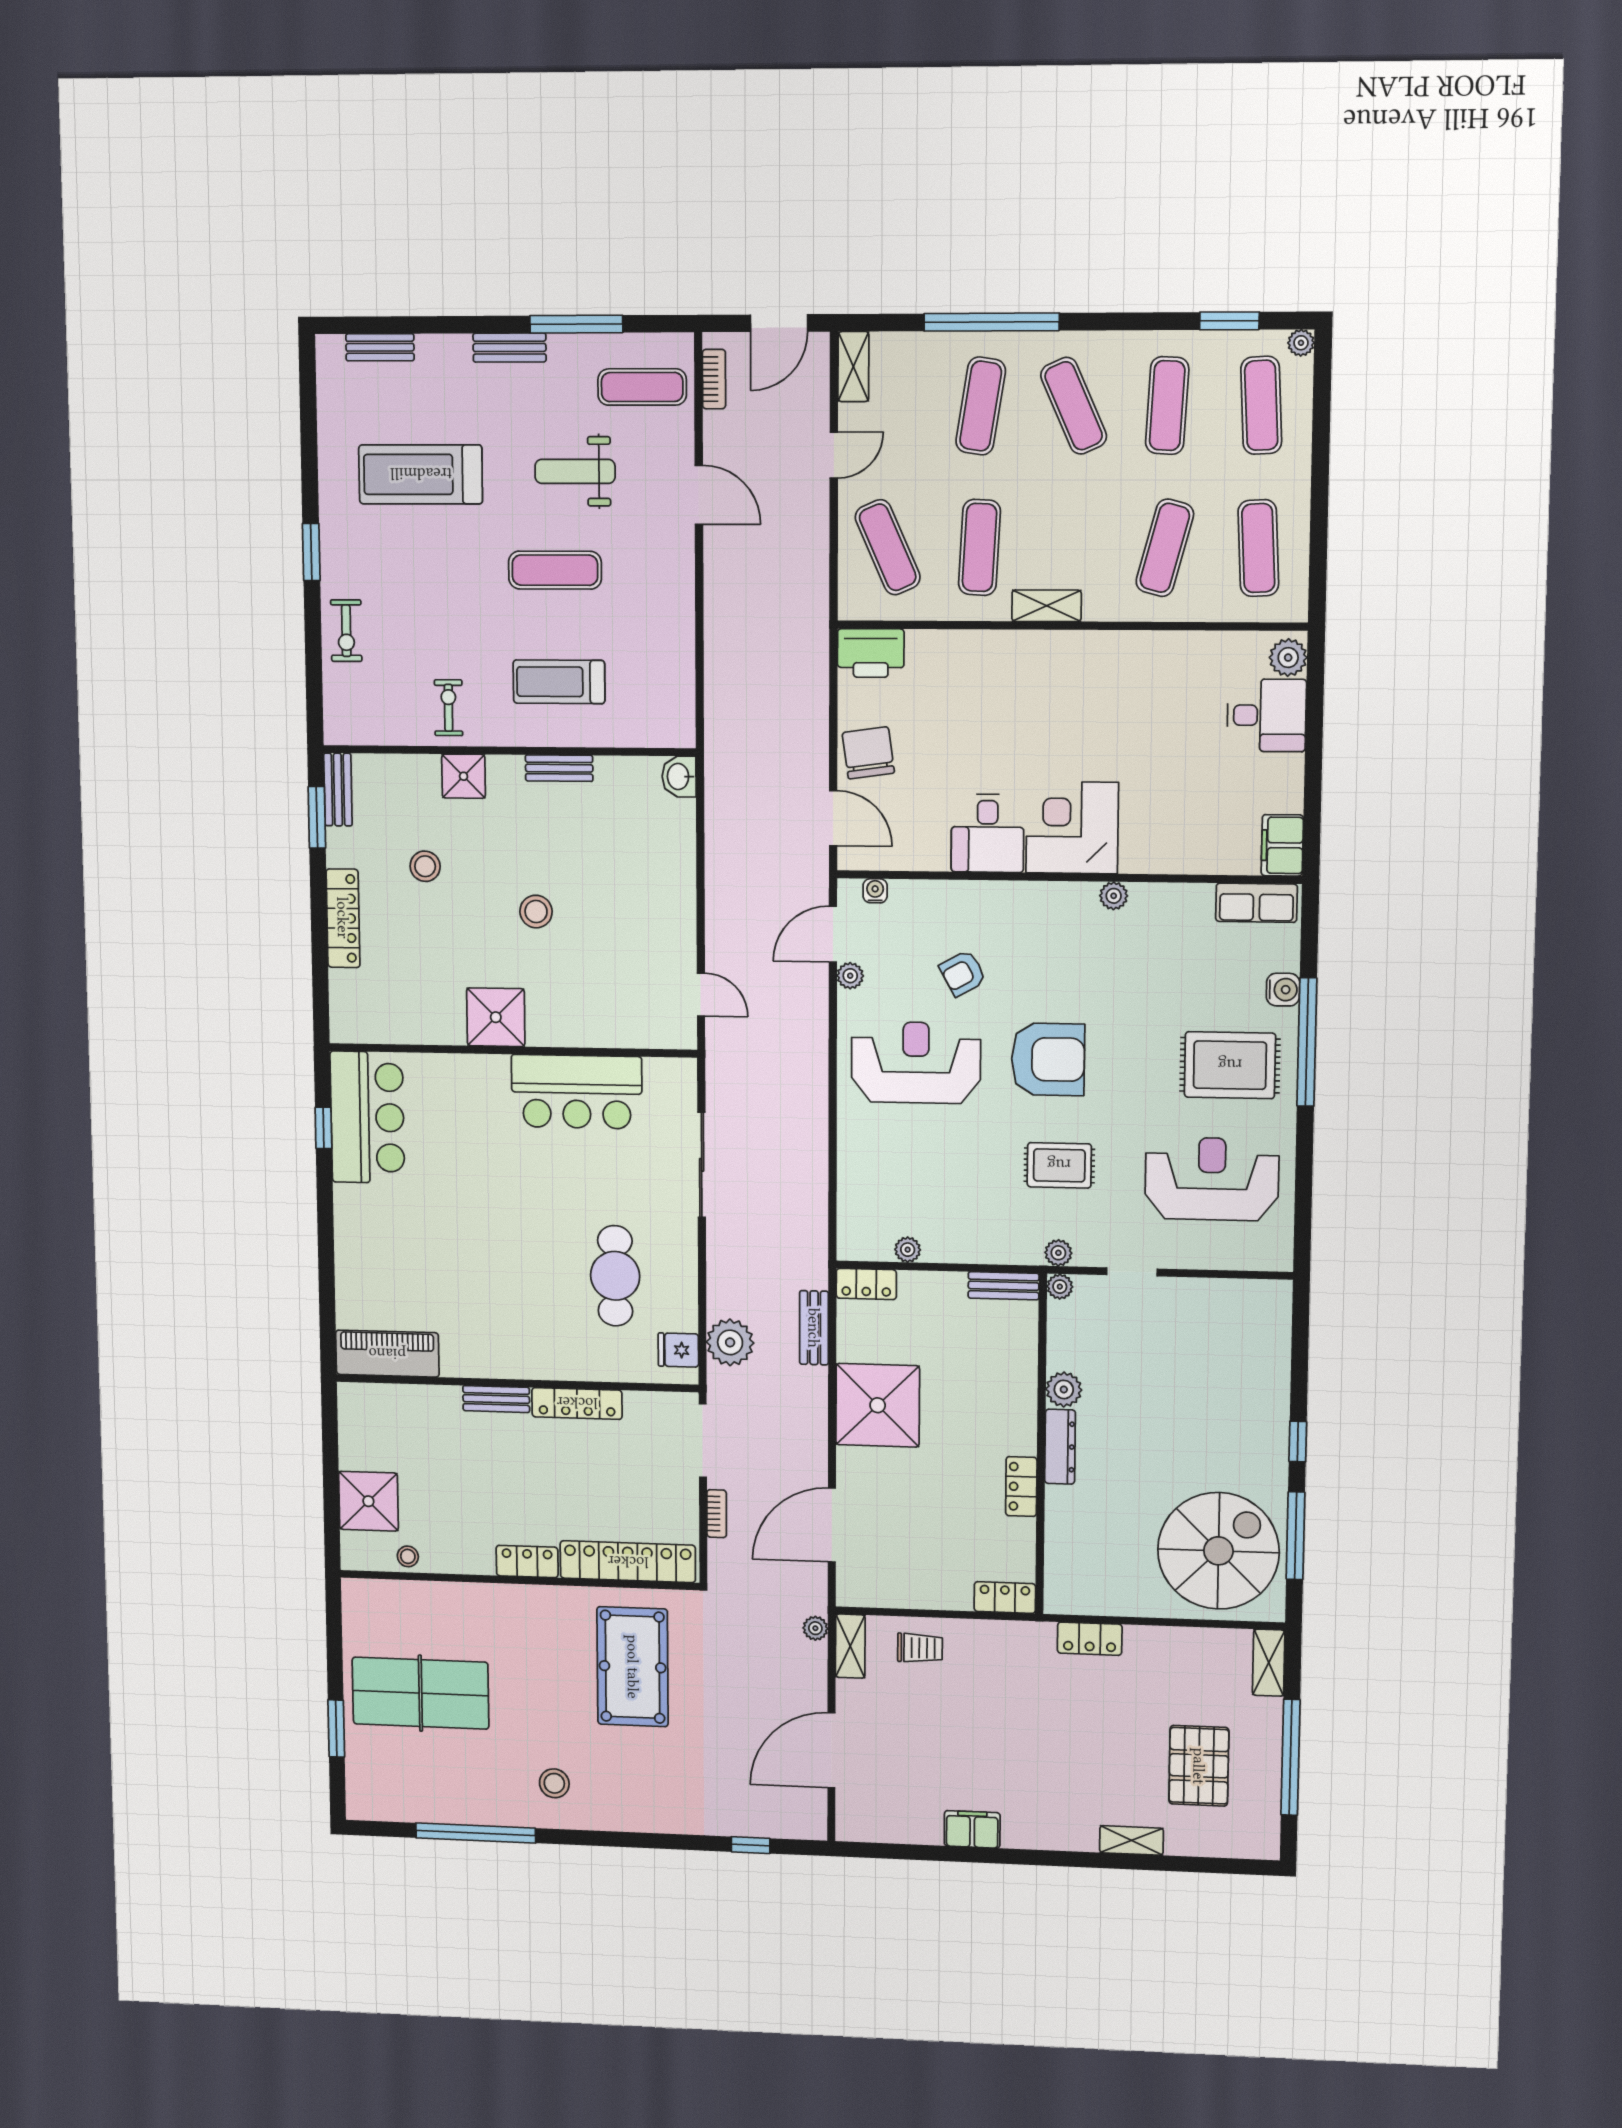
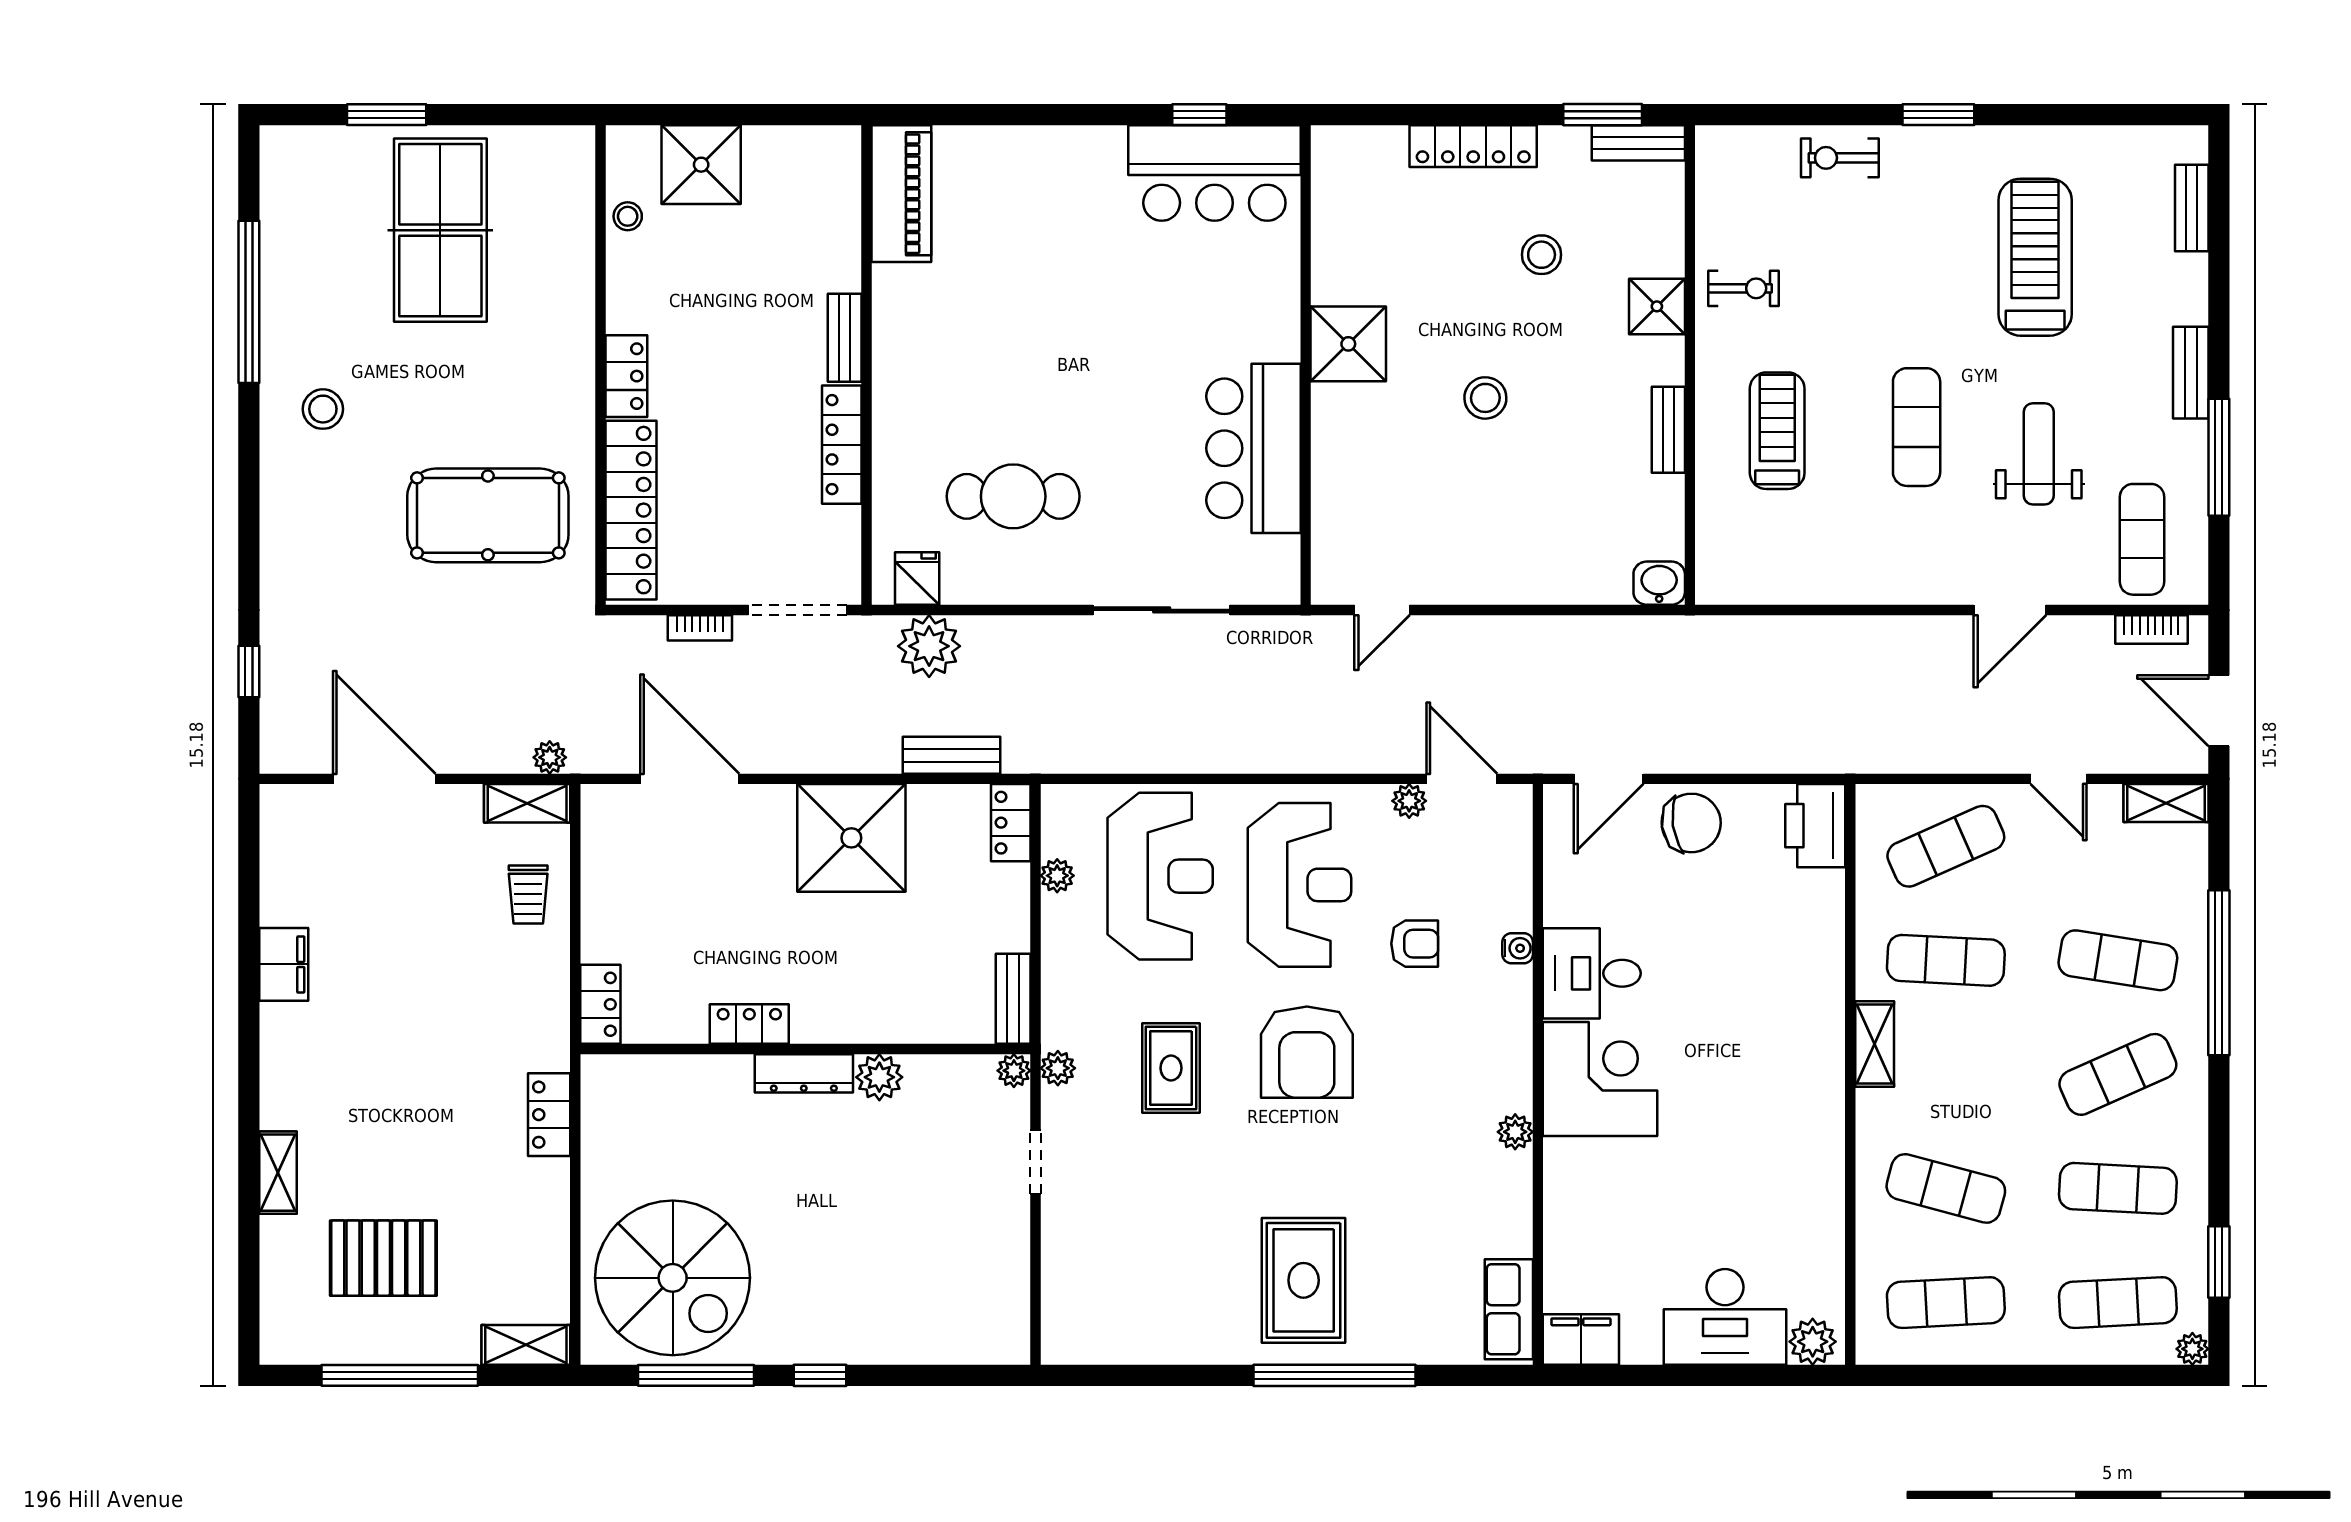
desk: (1267, 715) -> (1725, 1317), width x1.37
water cooler: (875, 891) -> (1518, 948), moved
armchair: (963, 973) -> (1415, 944), turned 119
water cooler: (1283, 990) -> (1400, 1344), removed
reception desk: (1212, 1179) -> (1160, 876), moved

